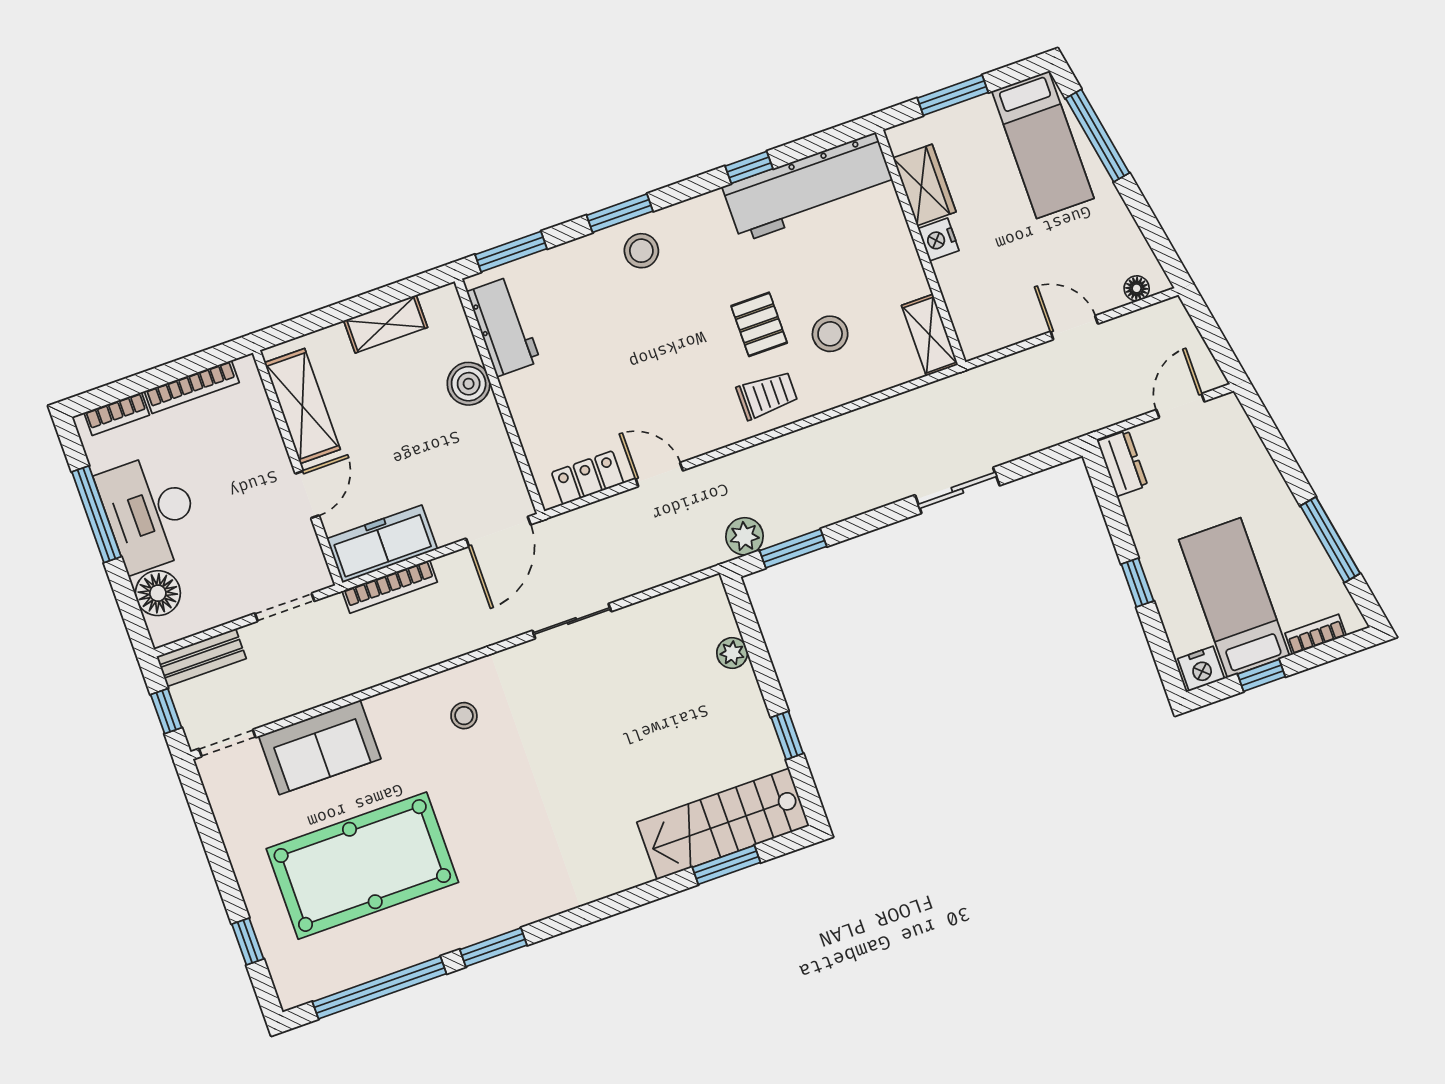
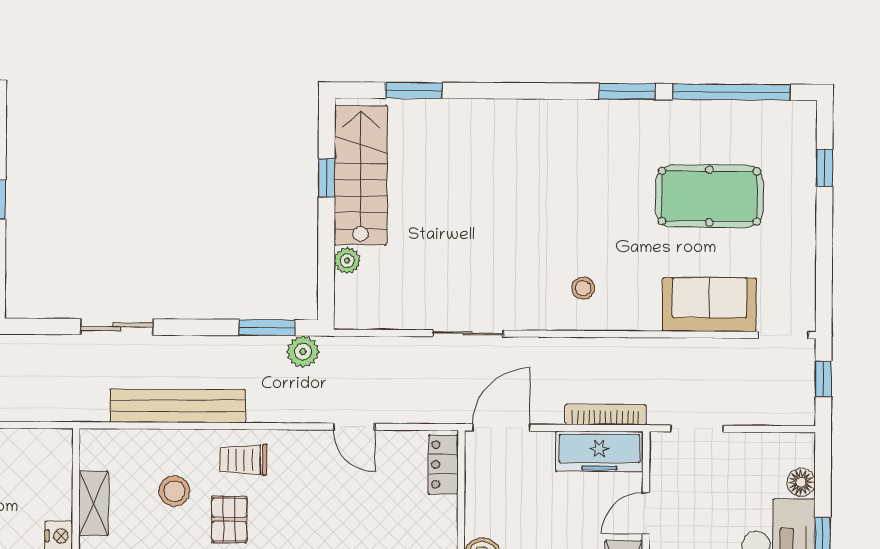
shelving: (930, 335) -> (94, 503), moved
locker: (588, 478) -> (443, 465), moved, turned 90
floor lamp: (158, 593) -> (801, 482), width x0.73, depth x0.73
bench: (201, 658) -> (178, 406), moved, width x1.86, depth x1.21
stairs: (723, 824) -> (361, 175), moved, turned -90
pool table: (362, 866) -> (709, 196), width x0.73, depth x0.76

